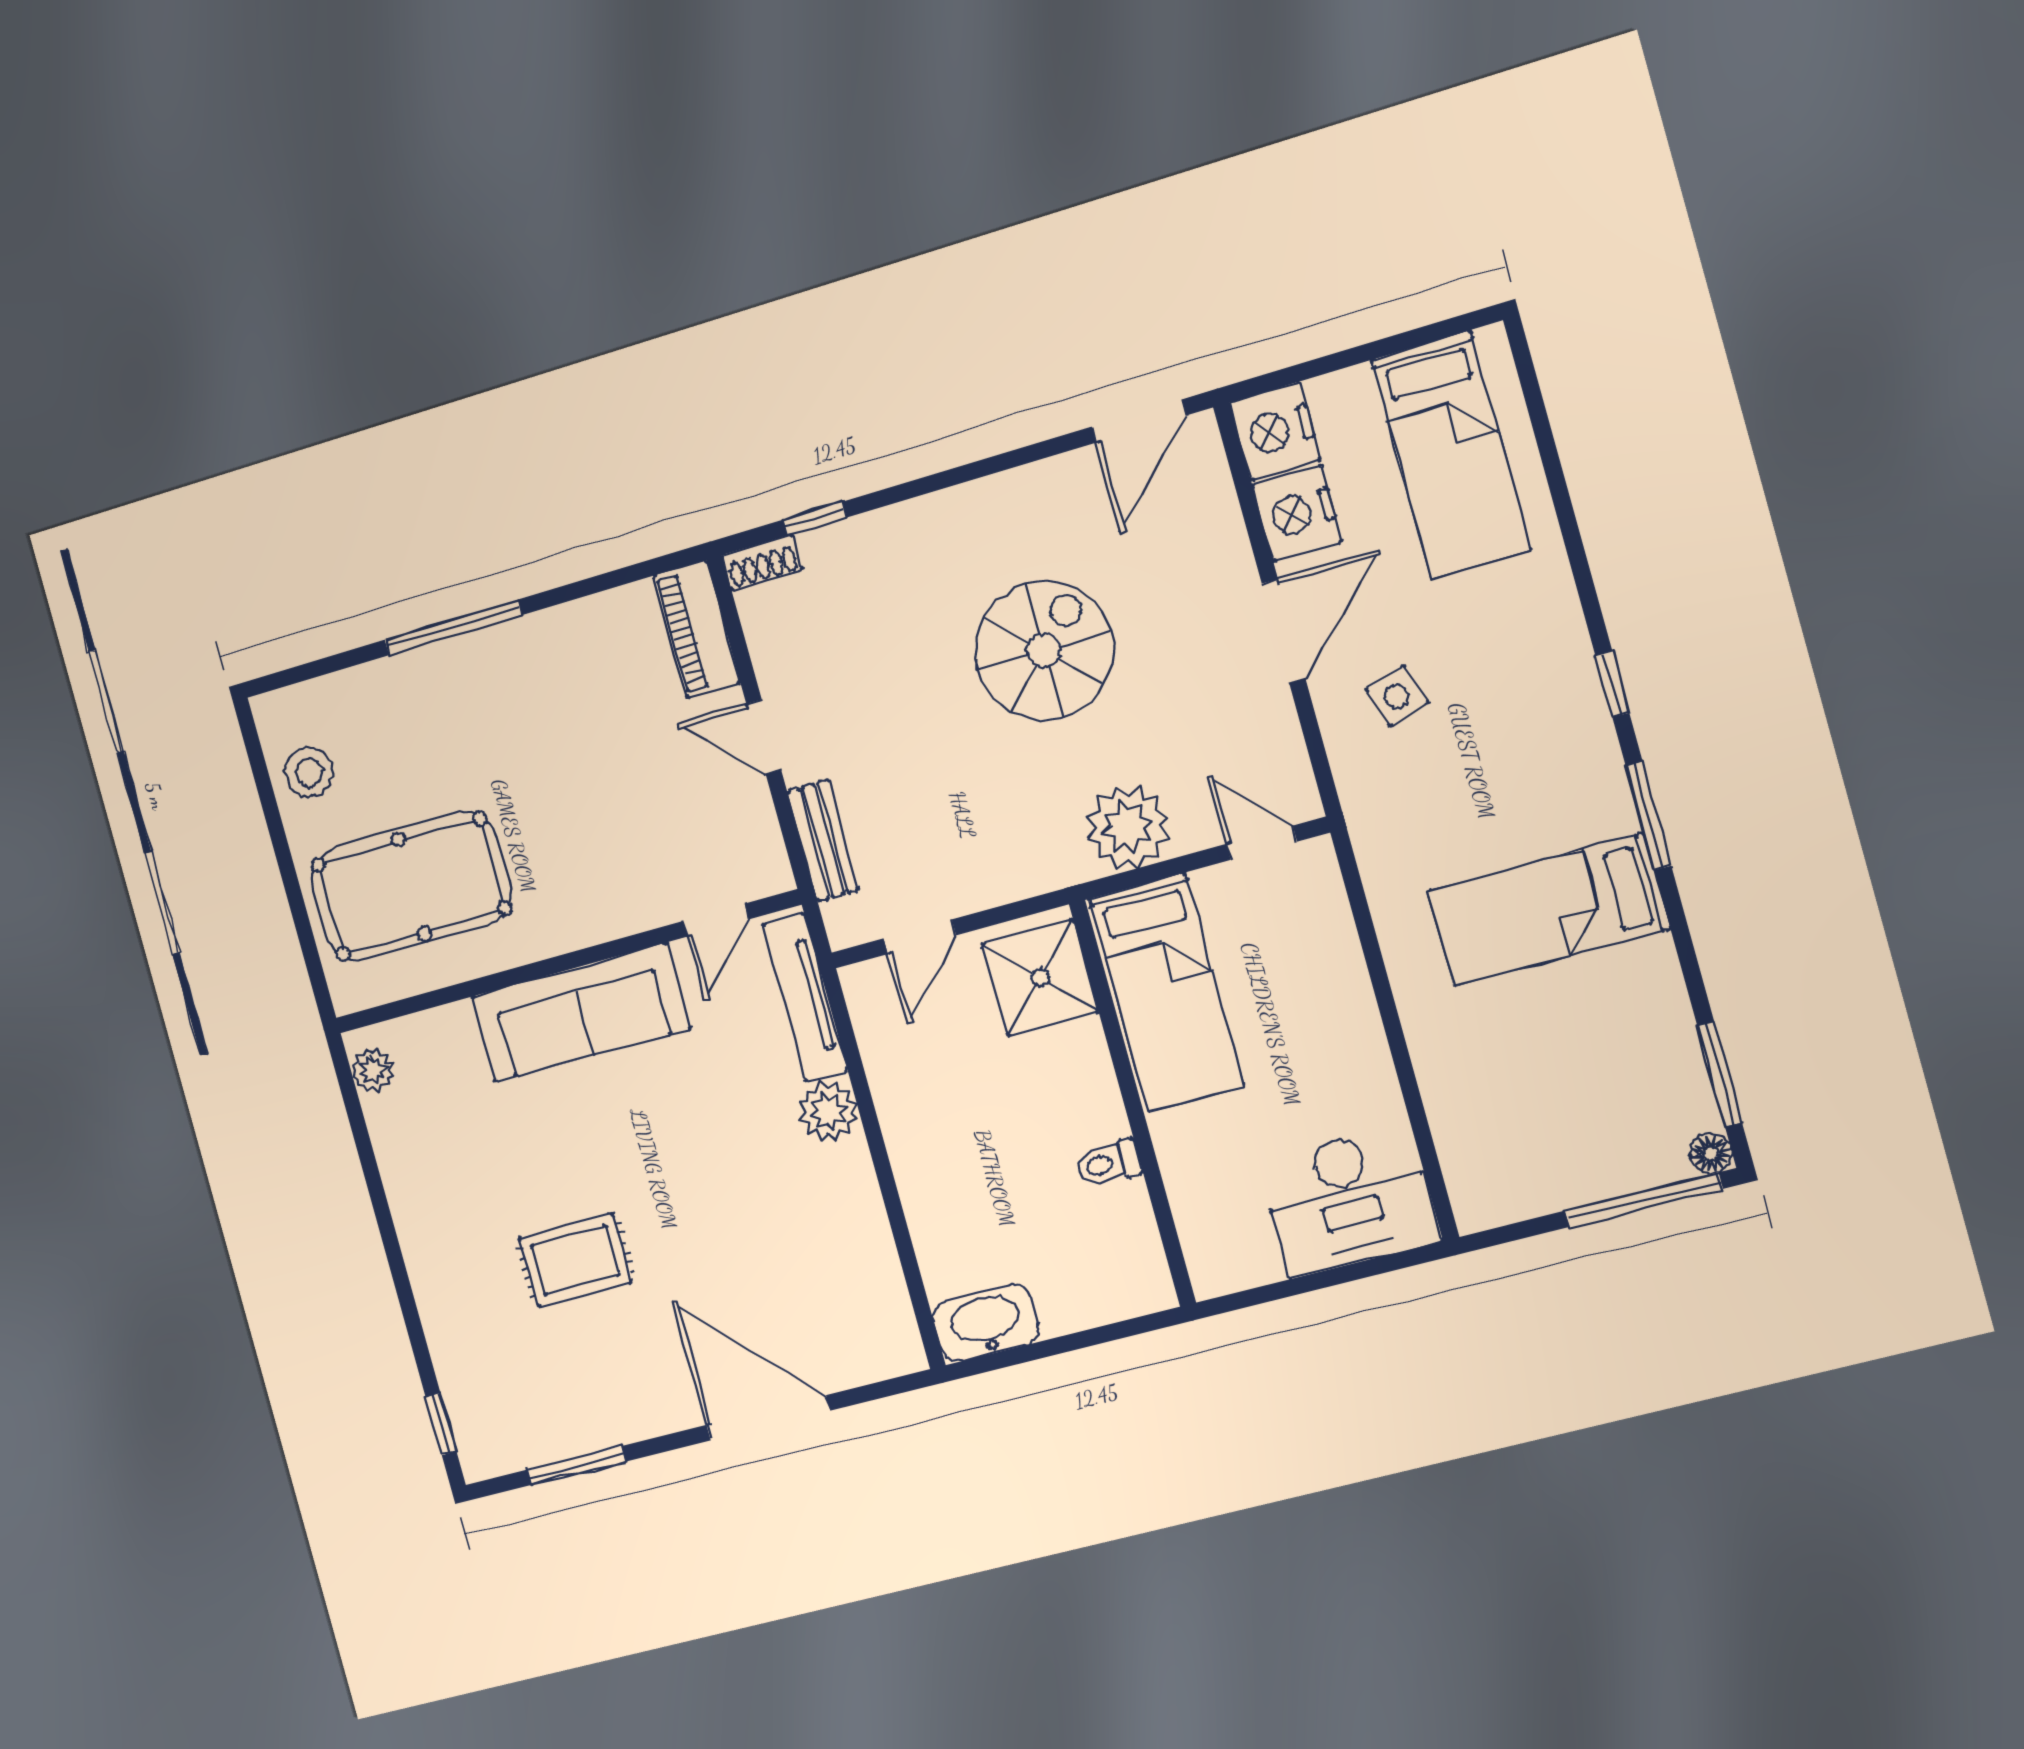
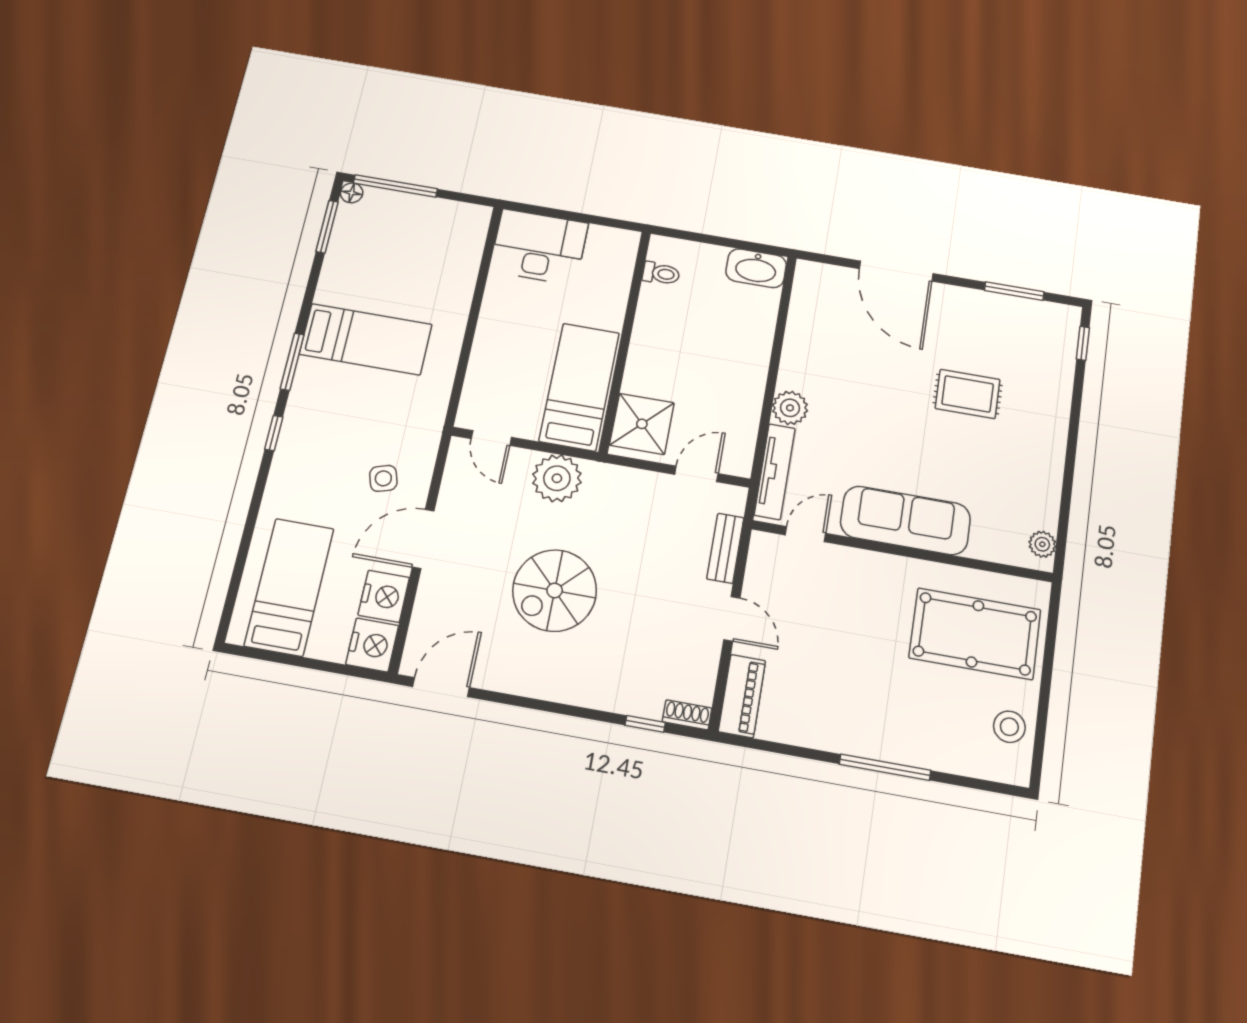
toilet: (1108, 1163) -> (661, 273), moved

